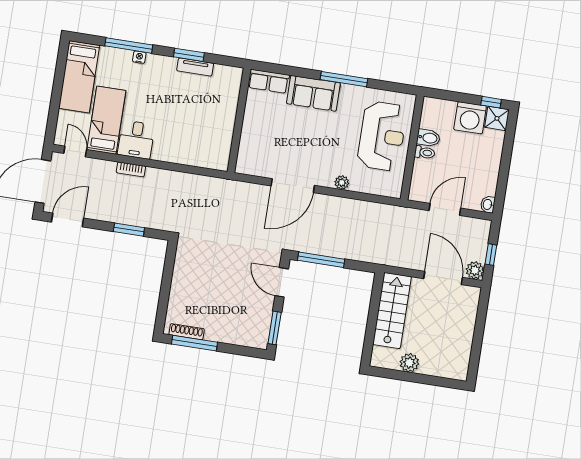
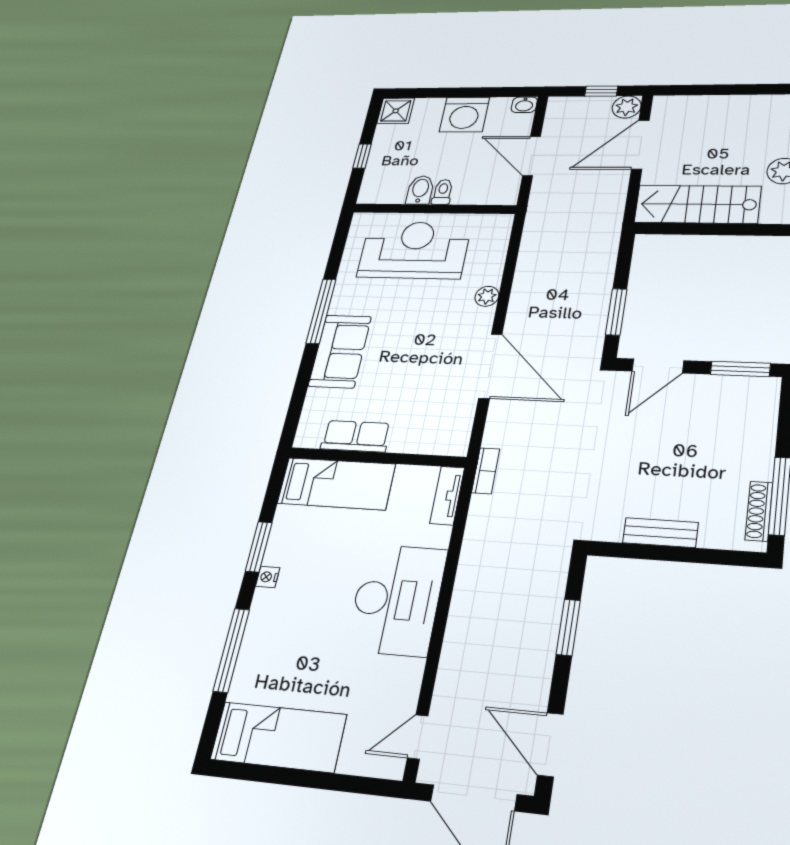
nightstand: (139, 57) -> (268, 577), moved
tv unit: (195, 67) -> (447, 495), moved, turned 180
row of seats: (269, 81) -> (356, 436), moved, turned -90
window: (491, 102) -> (362, 156), moved
washing machine: (470, 118) -> (464, 115), moved, turned 90
bed: (106, 120) -> (336, 484), moved, turned 180
desk: (136, 140) -> (397, 600), width x1.87, depth x1.30
bookcase: (131, 169) -> (486, 471), moved
window: (321, 260) -> (616, 312), width x0.69
bench: (179, 279) -> (660, 533), added

